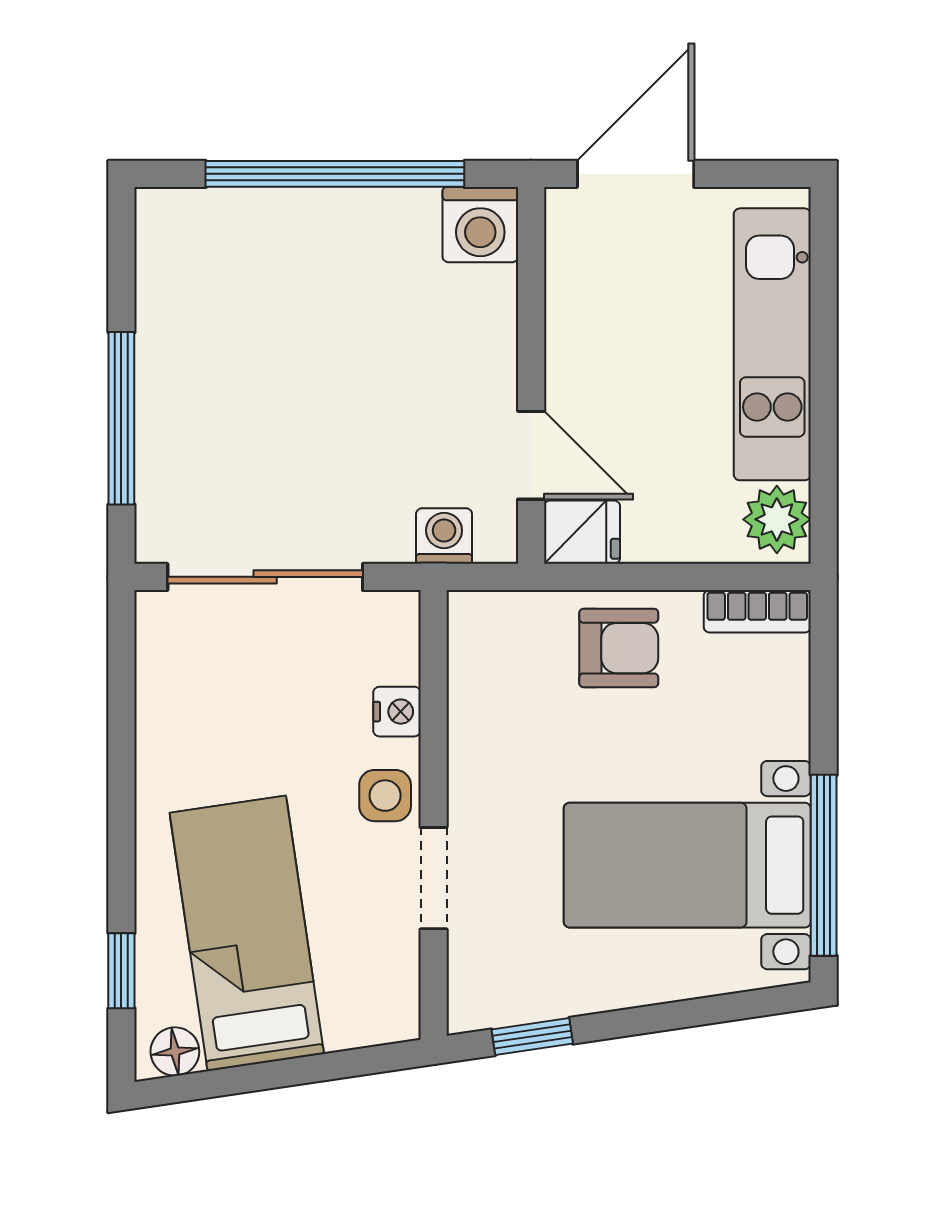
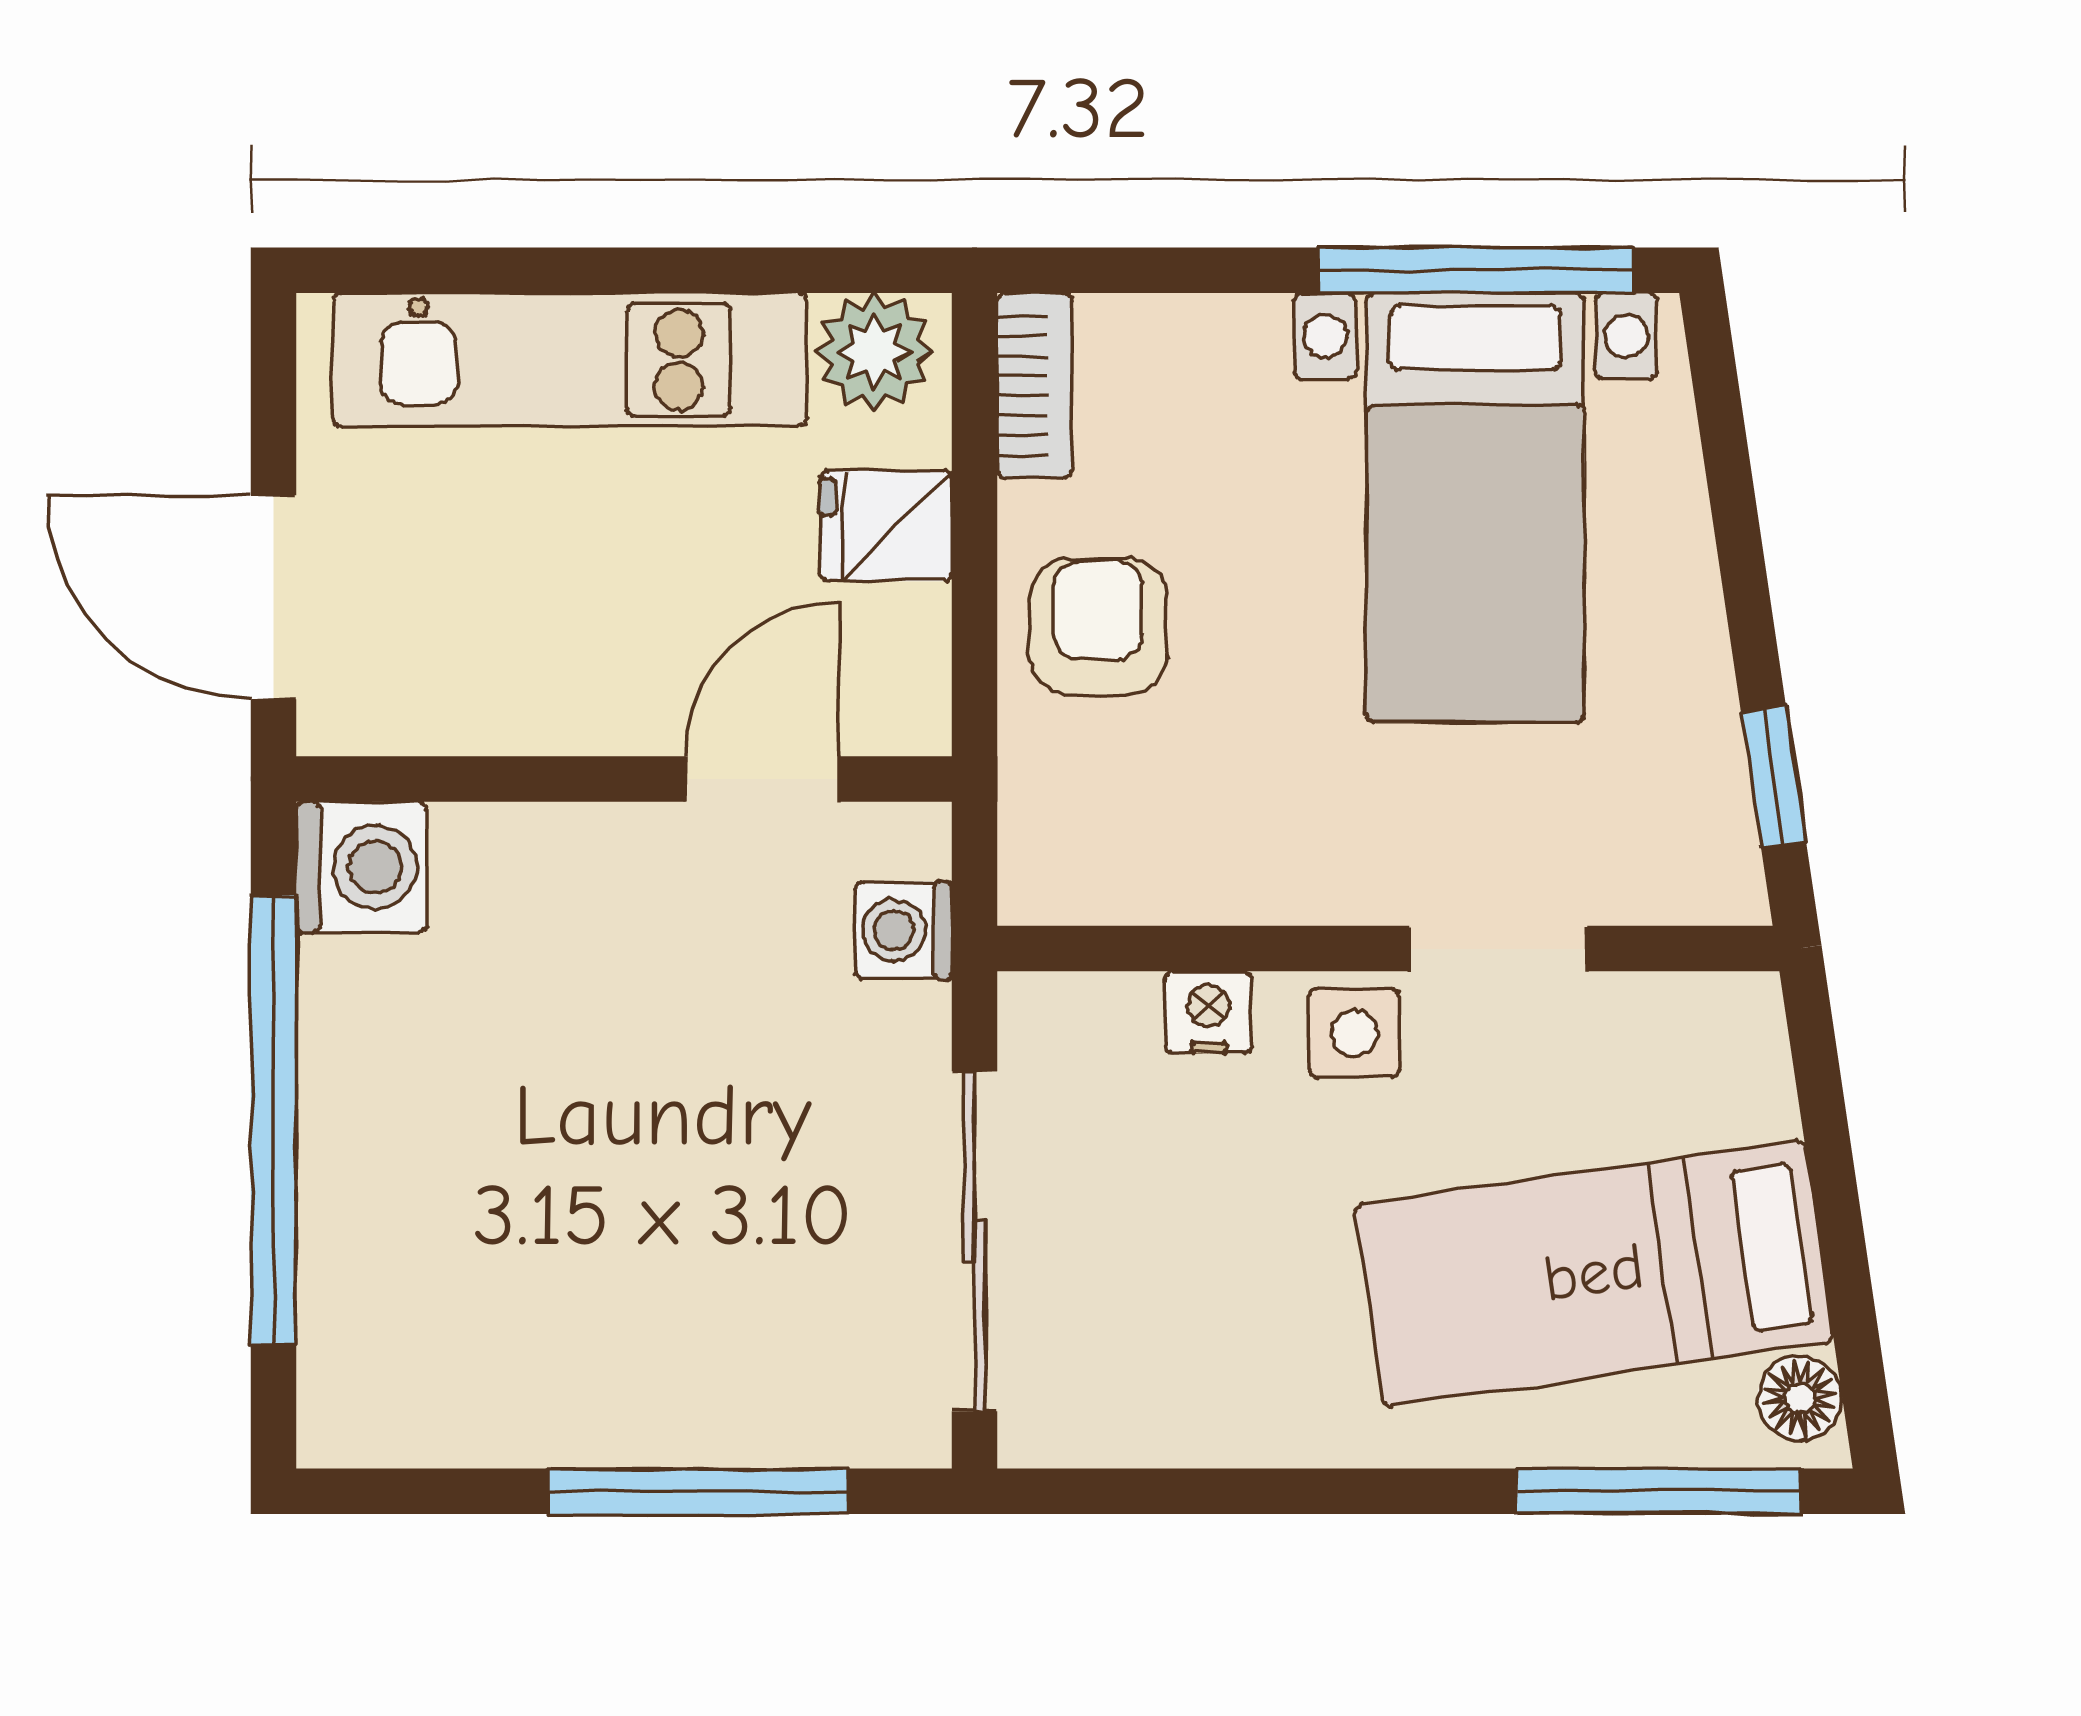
fridge: (582, 532) -> (886, 526), moved, turned -90
window: (121, 971) -> (1659, 1491), width x2.17

